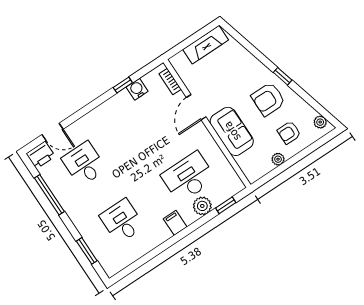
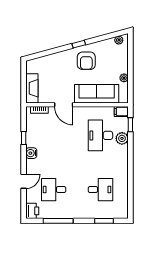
fireplace: (206, 45) -> (32, 88), moved
water cooler: (137, 89) -> (31, 153), moved
sofa: (232, 131) -> (97, 94), width x1.36
door: (52, 132) -> (24, 181), moved
armchair: (289, 133) -> (113, 62), removed
desk: (122, 221) -> (100, 190), turned 180
filing cabinet: (175, 223) -> (121, 112), moved

